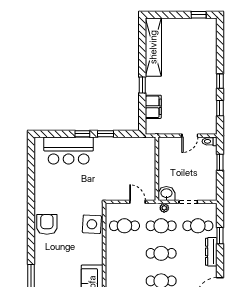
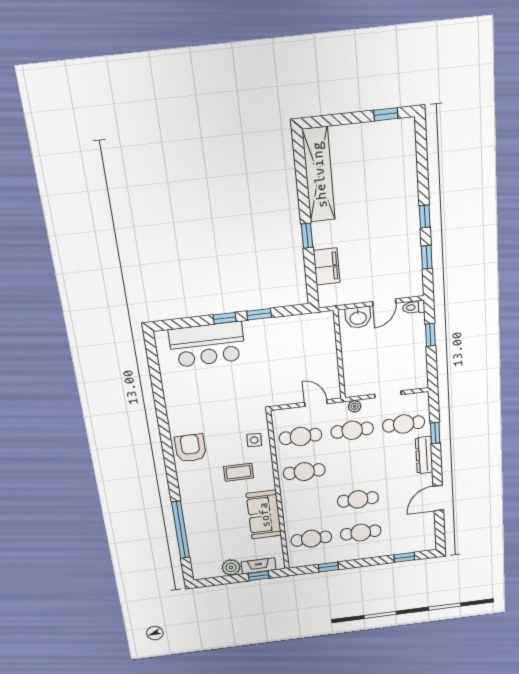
washbasin: (166, 194) -> (358, 317), moved, turned 180
side table: (92, 224) -> (254, 440), width x0.54, depth x0.54
coffee table: (78, 248) -> (238, 472), added
cafe table: (161, 253) -> (304, 472), moved

